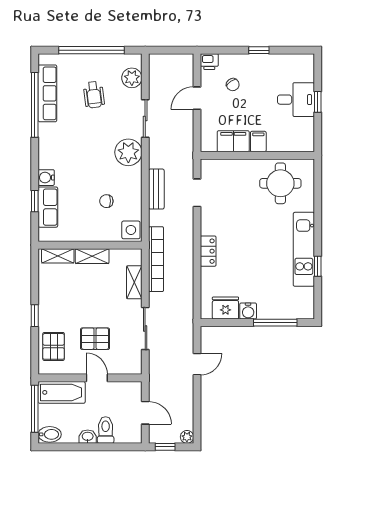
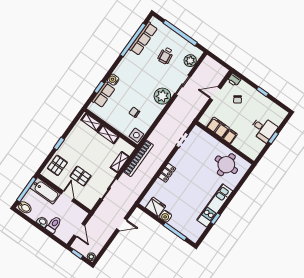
bench: (156, 189) -> (163, 124), removed

